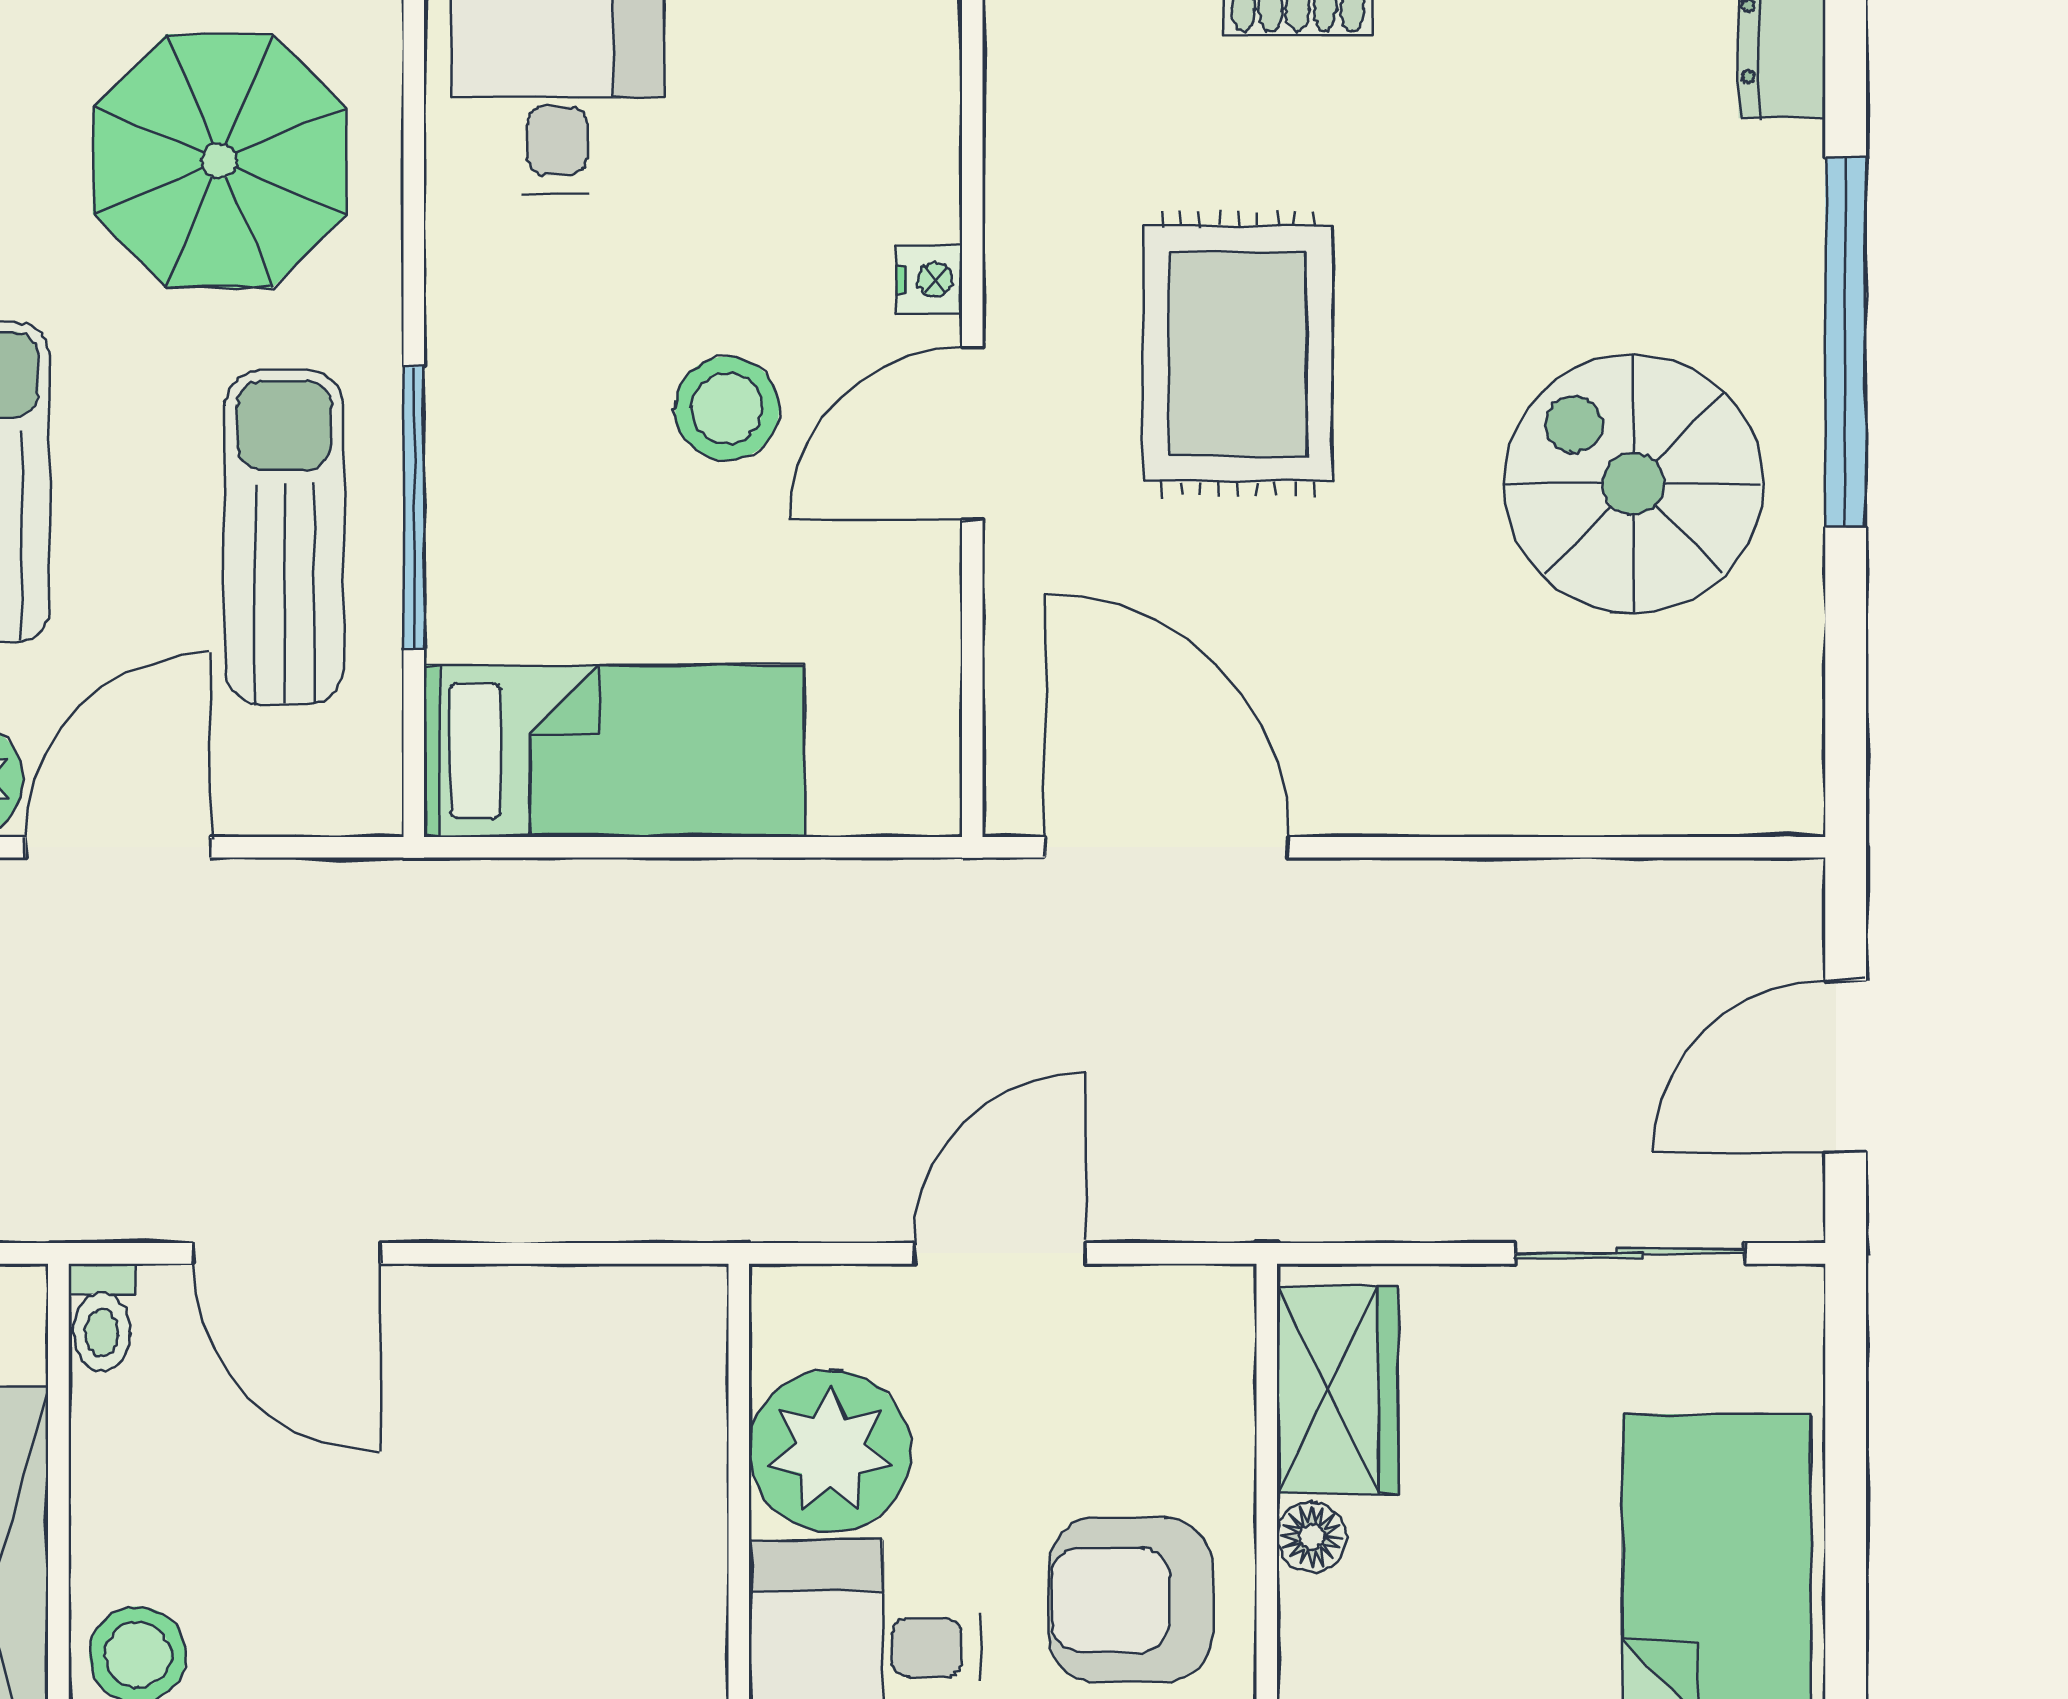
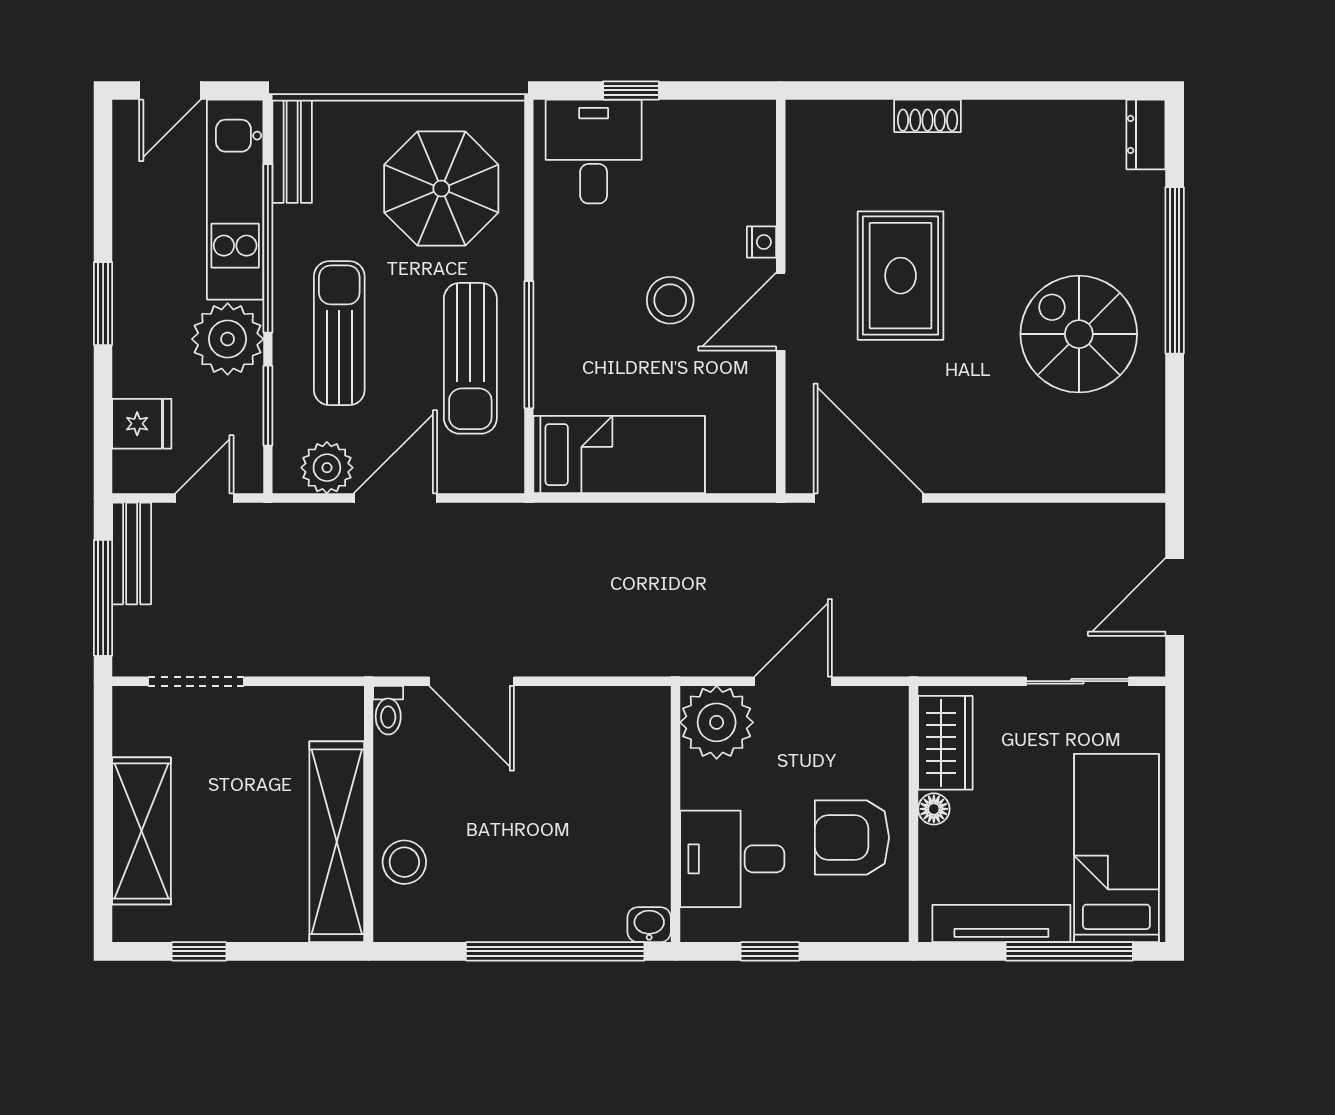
sun lounger: (284, 537) -> (470, 358), turned 180
plant: (830, 1451) -> (717, 722), moved

